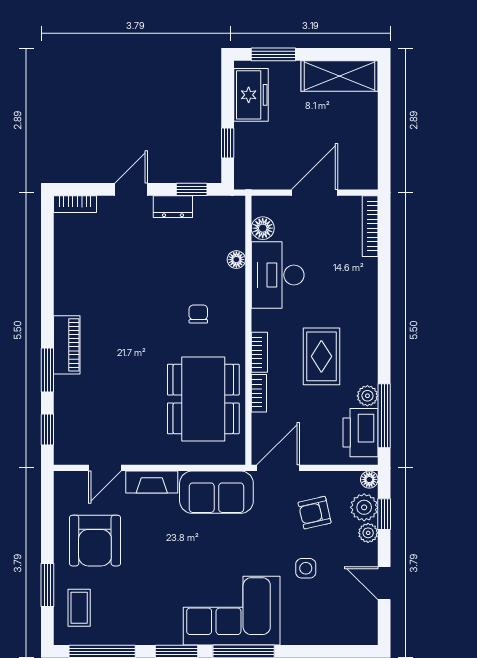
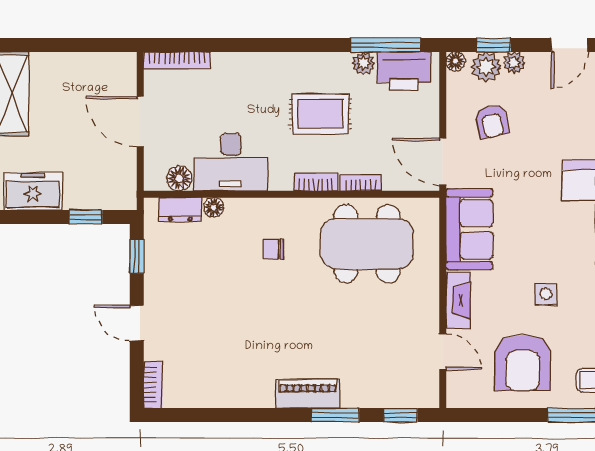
dresser: (173, 207) -> (180, 210), moved, turned 90
armchair: (95, 541) -> (523, 363), turned 90
side table: (306, 568) -> (546, 294), moved

